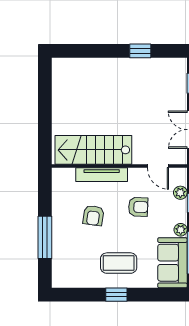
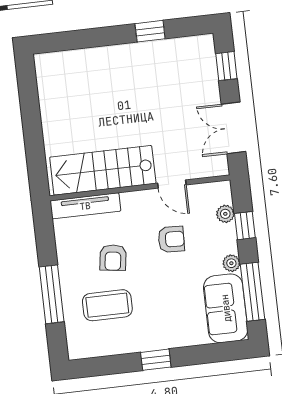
door: (158, 166) -> (172, 184), moved
tv unit: (102, 175) -> (85, 206), moved
coffee table: (119, 263) -> (107, 305), moved

